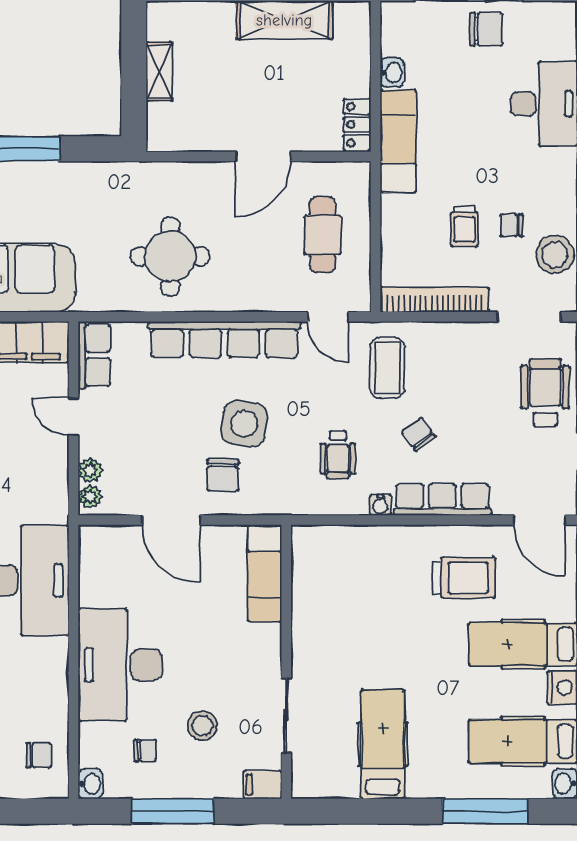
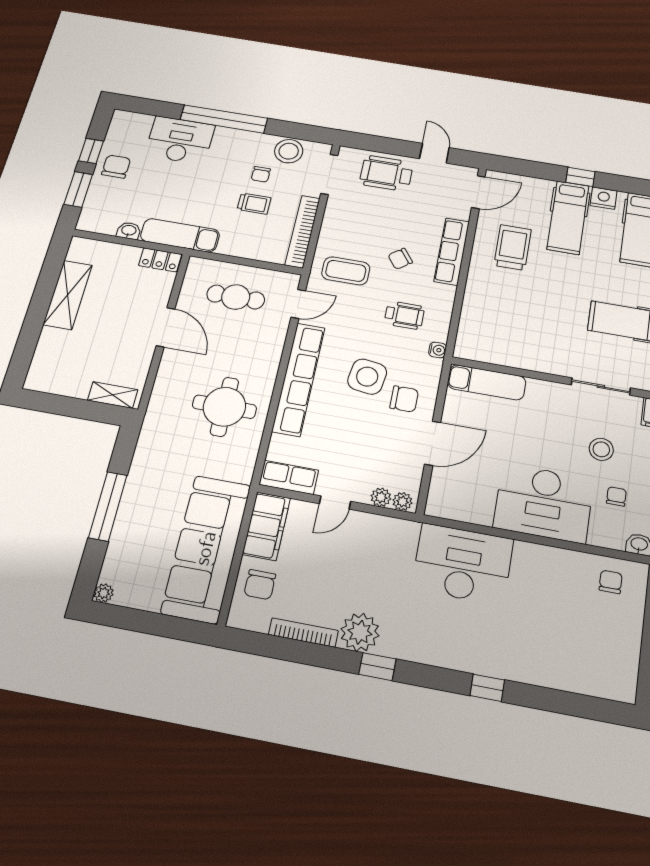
shelving: (159, 71) -> (113, 395), moved
water cooler: (380, 505) -> (438, 350), moved

